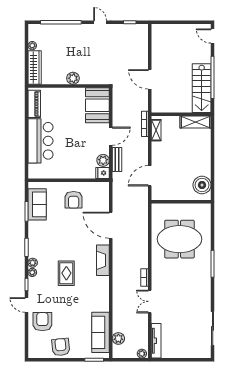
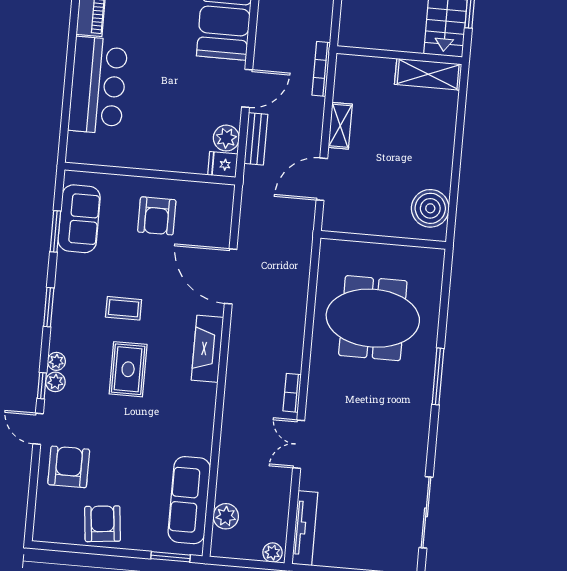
shelving: (156, 130) -> (340, 126), moved
coffee table: (62, 245) -> (124, 308), added
plant: (33, 263) -> (55, 382), moved

